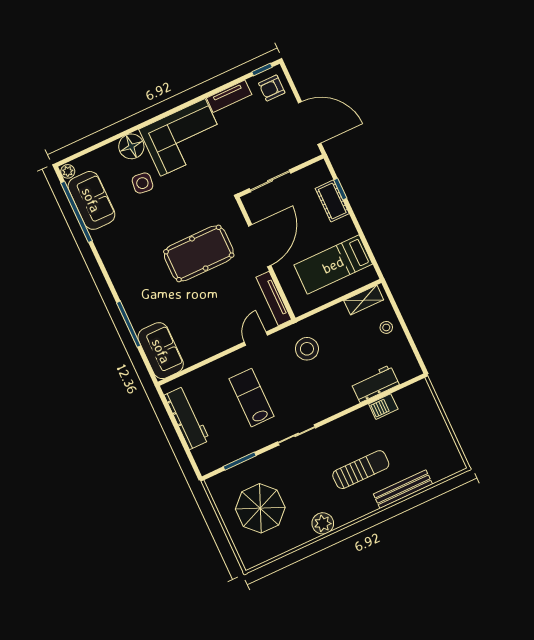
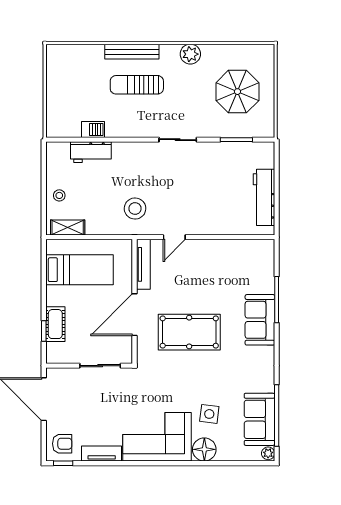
sofa: (161, 351) -> (260, 320), moved
lab bench: (251, 398) -> (201, 189), removed
bench: (403, 489) -> (132, 52), moved

